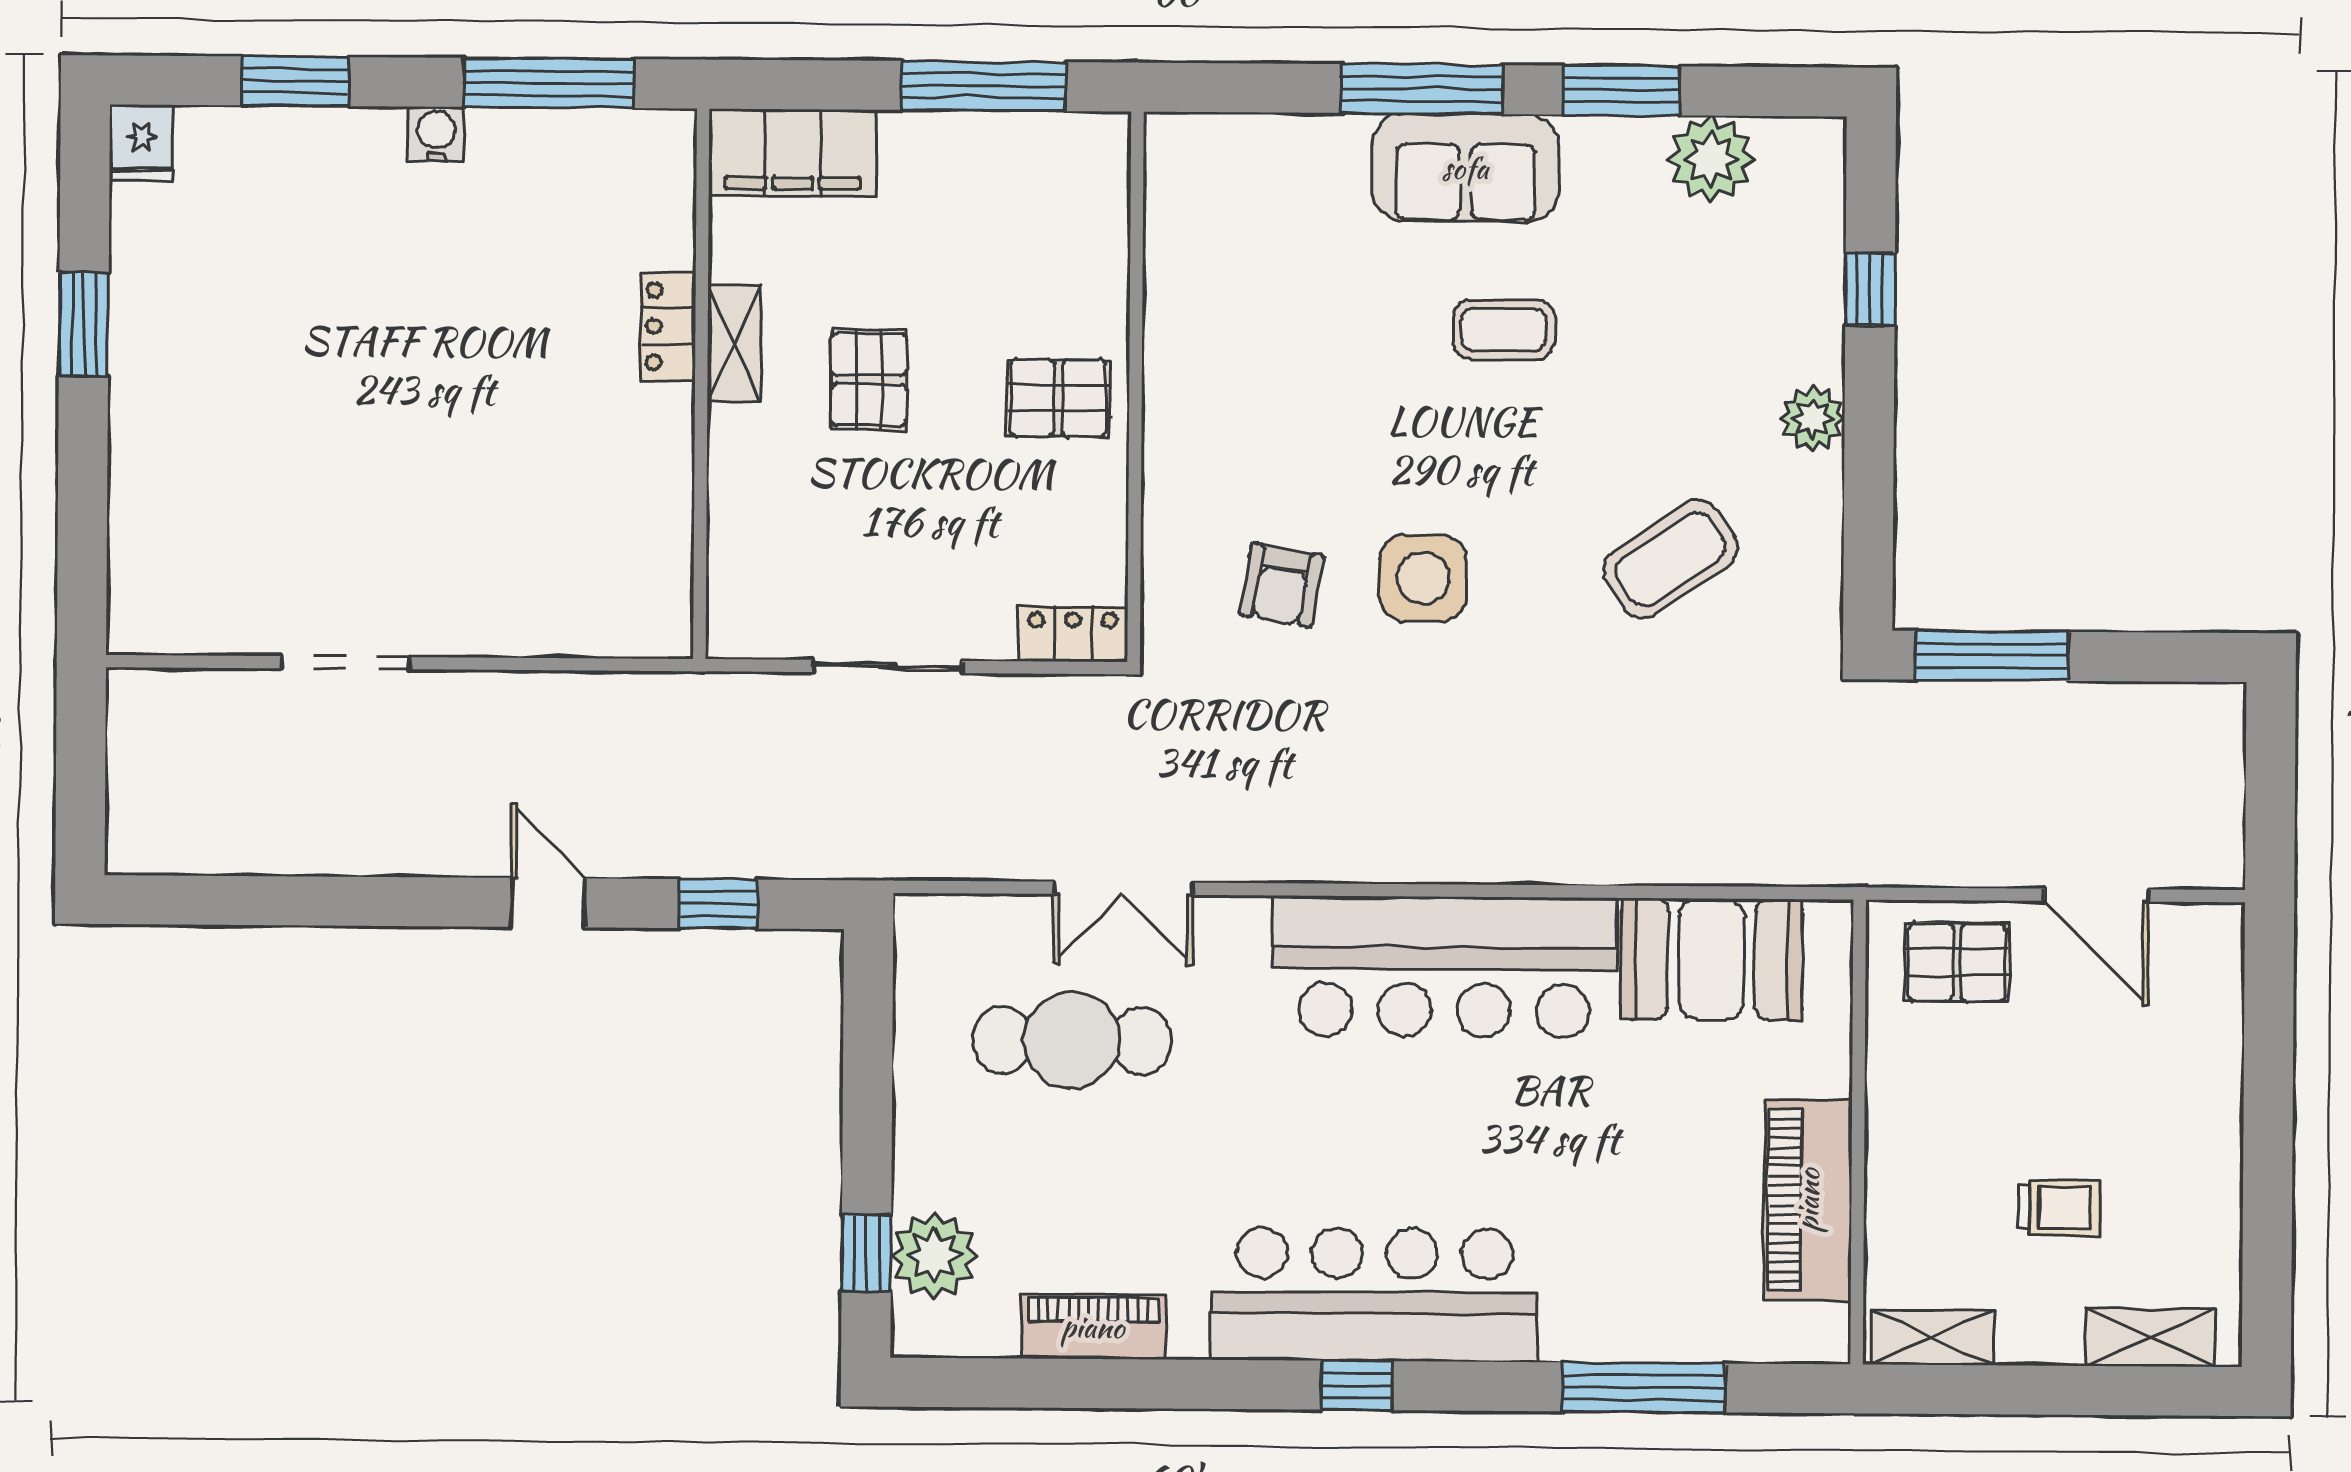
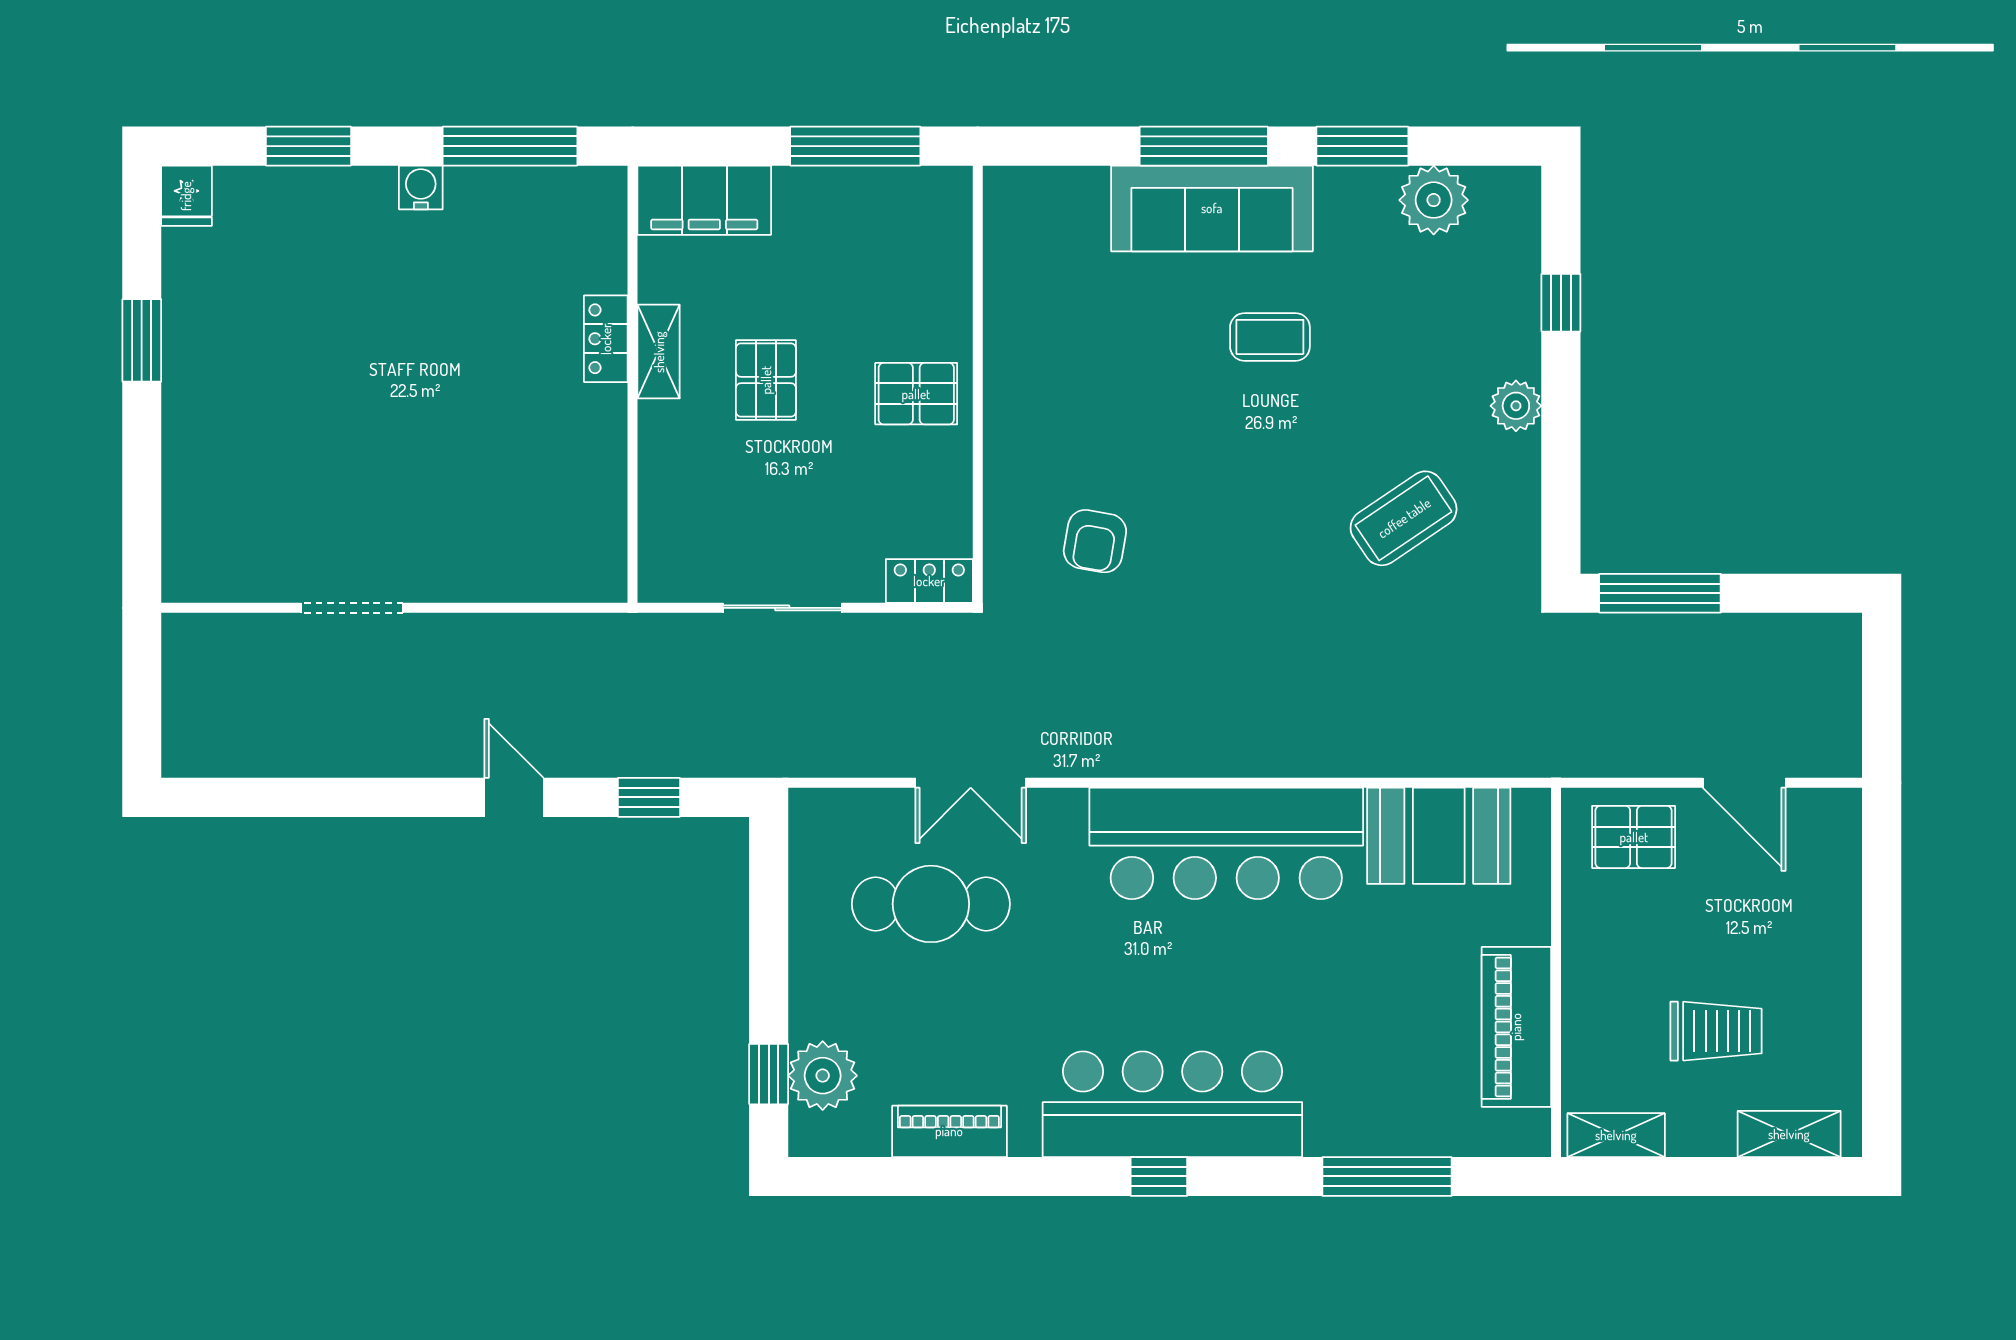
sofa: (1465, 168) -> (1212, 208), width x1.36
side table: (1423, 578) -> (1207, 535), removed
trolley: (2059, 1207) -> (1716, 1031), width x1.36, depth x1.39

